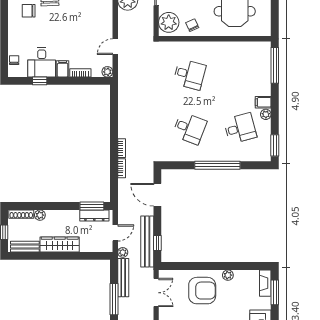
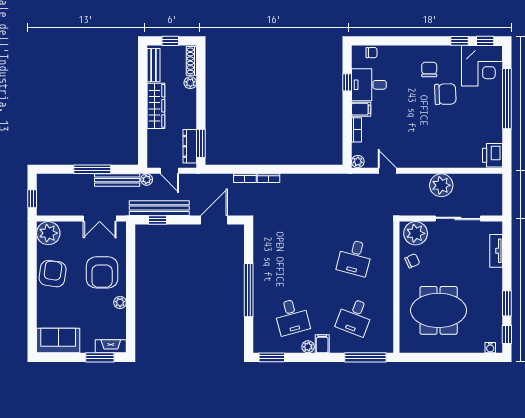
desk: (190, 128) -> (355, 317), moved

